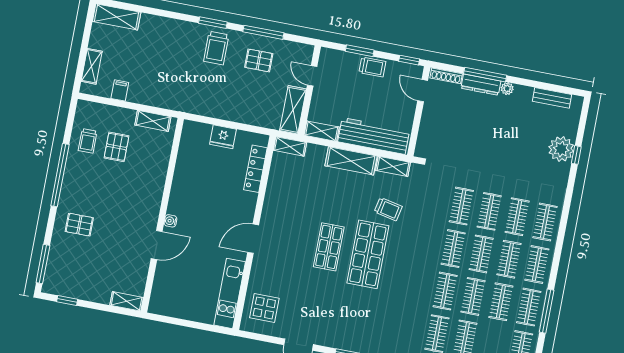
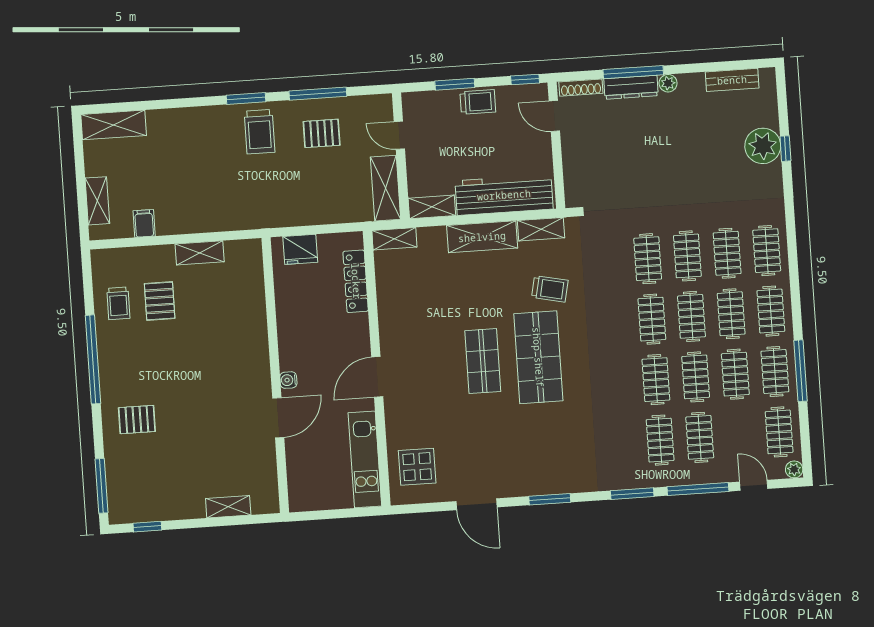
wall: (162, 215) -> (275, 375), moved
water cooler: (170, 221) -> (288, 380), moved
door: (157, 245) -> (278, 418), moved

